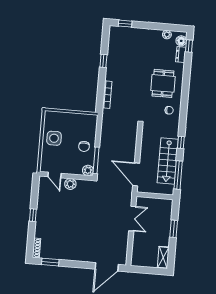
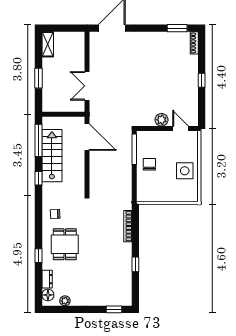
window: (189, 46) -> (38, 256), moved
plant: (88, 170) -> (143, 137), removed

